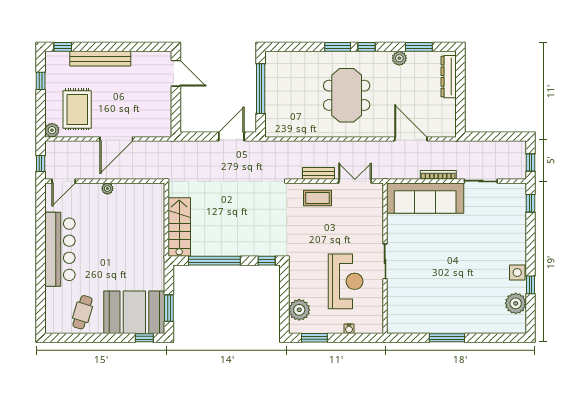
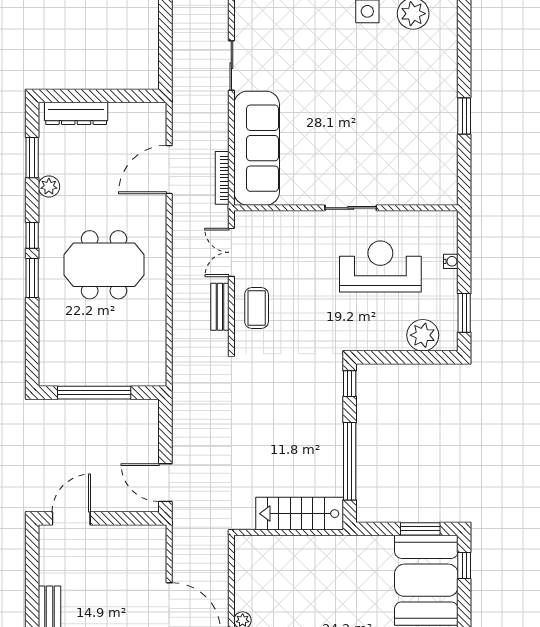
door: (231, 137) -> (165, 483), moved
bookcase: (438, 175) -> (222, 178), moved
window: (447, 338) -> (464, 116), width x0.69

